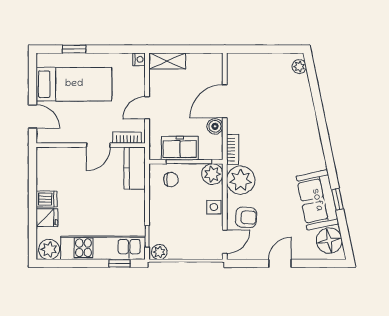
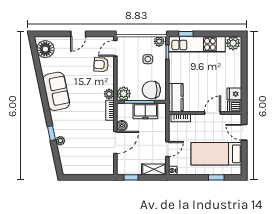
window: (201, 49) -> (131, 177), added
plant: (299, 67) -> (60, 141), moved
door: (147, 108) -> (167, 149), moved
door: (98, 145) -> (212, 113), moved
chair: (171, 180) -> (151, 90), width x1.87, depth x1.87
plant: (241, 180) -> (109, 94), width x0.53, depth x0.53
dishwasher: (47, 199) -> (235, 106), moved
window: (337, 199) -> (51, 133), moved
sofa: (317, 200) -> (56, 91), moved
side table: (214, 207) -> (148, 59), moved
fridge: (47, 218) -> (234, 94), moved

